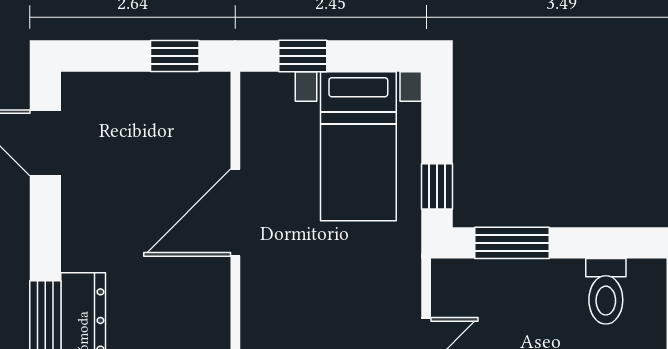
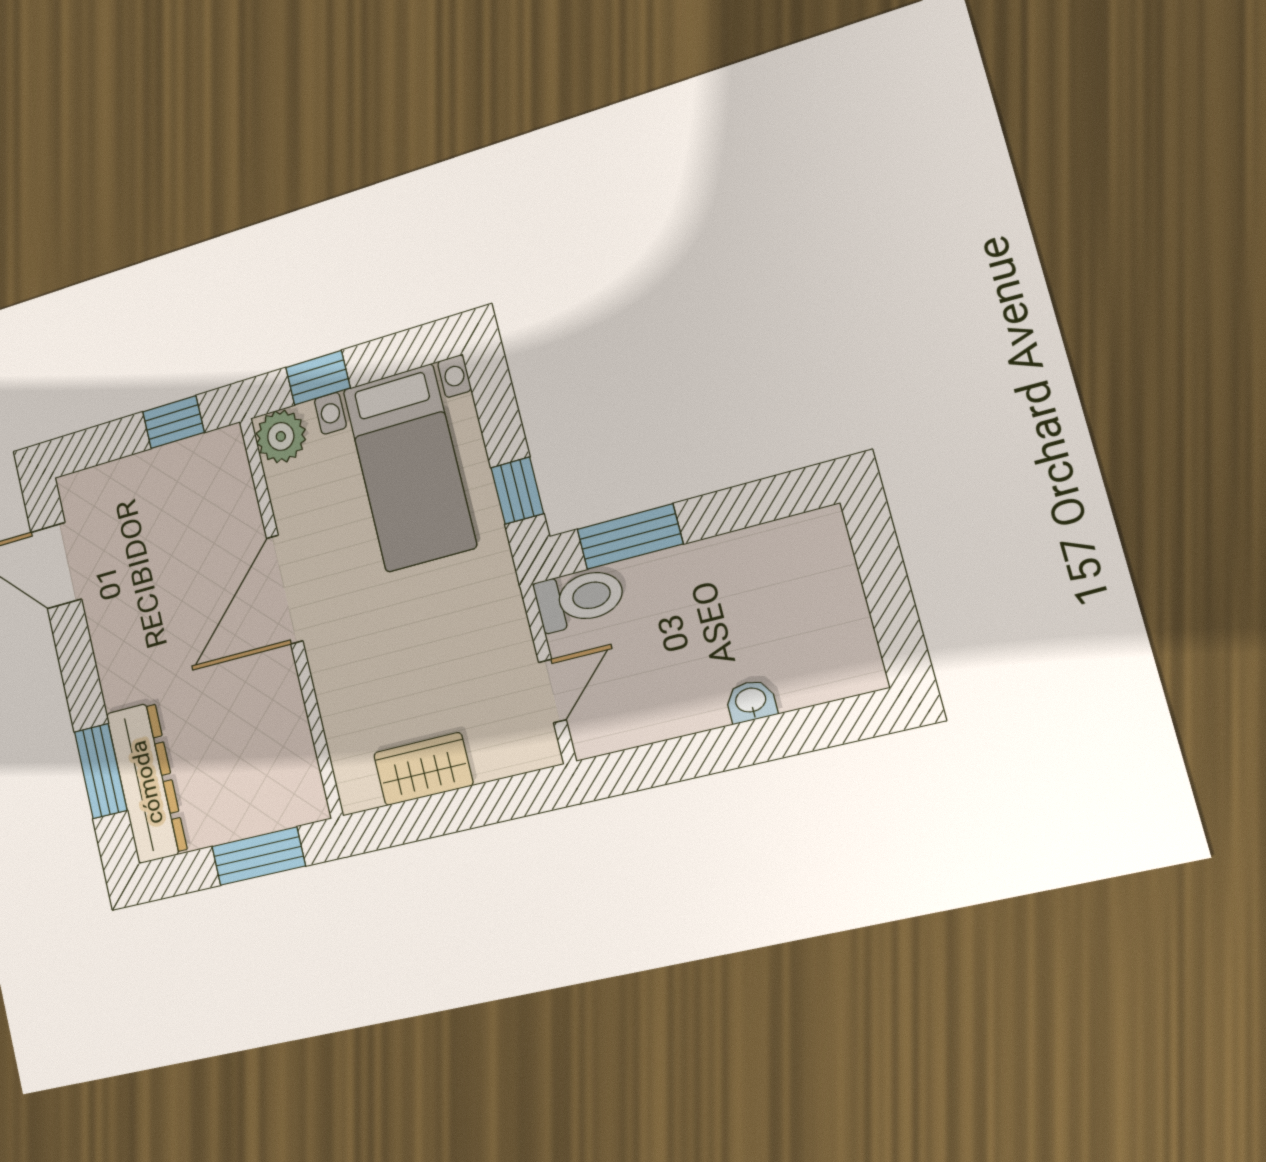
plant: (261, 93) -> (281, 436), added
toilet: (606, 291) -> (580, 598), moved, turned -90

